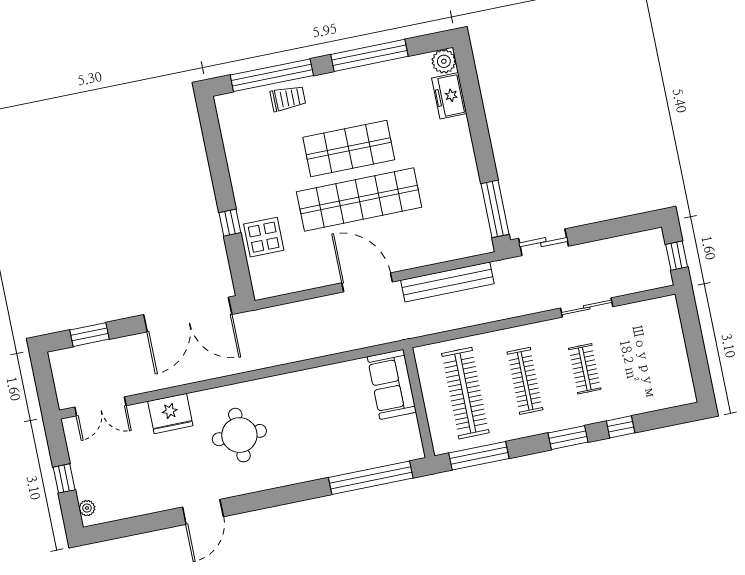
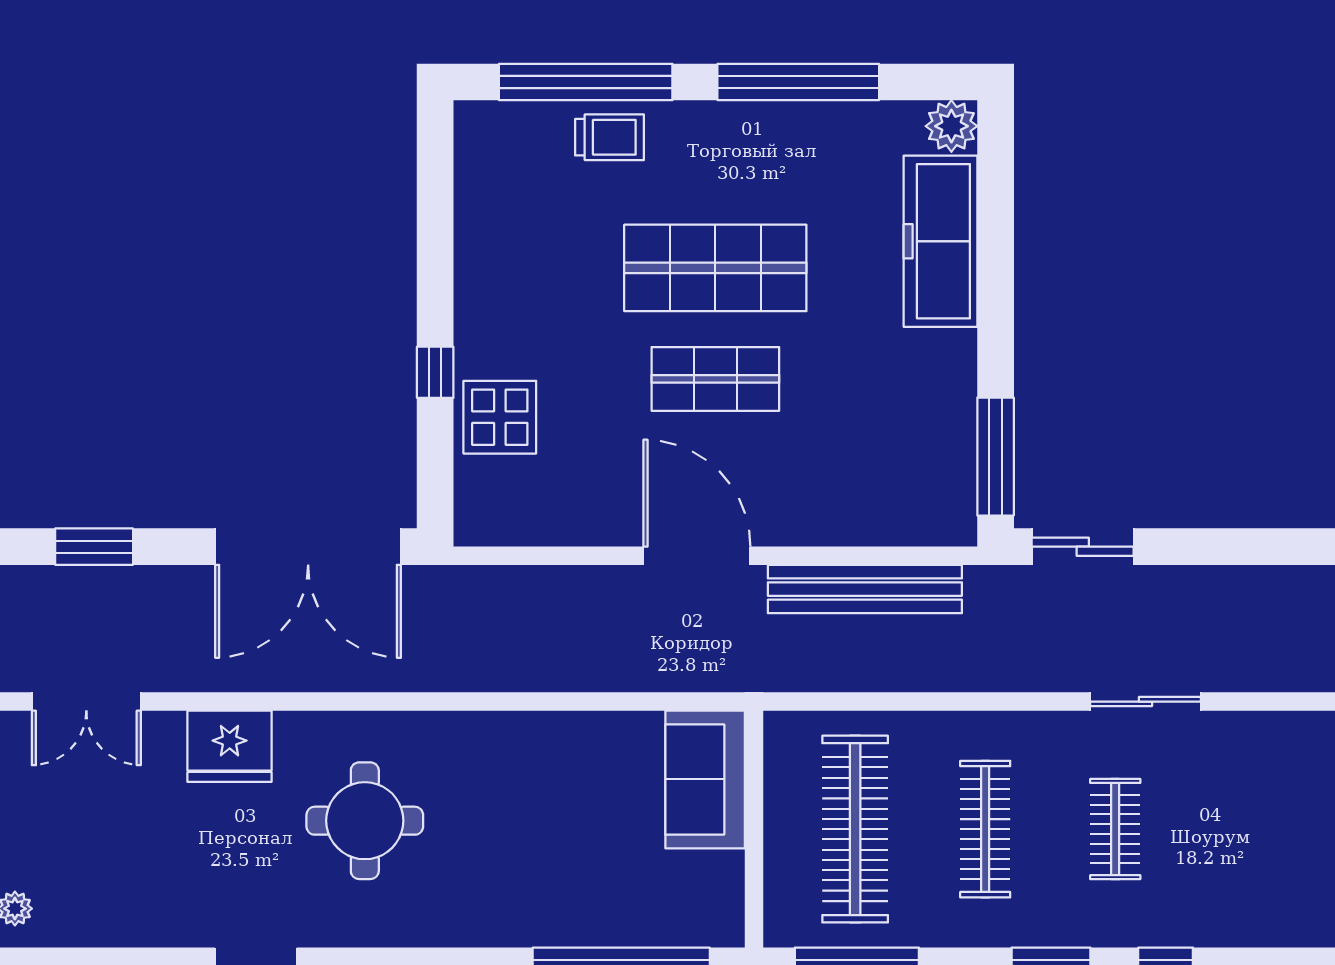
freezer: (449, 96) -> (941, 241), width x1.91, depth x1.26
shop shelf: (359, 199) -> (715, 379), width x0.50, depth x0.74

